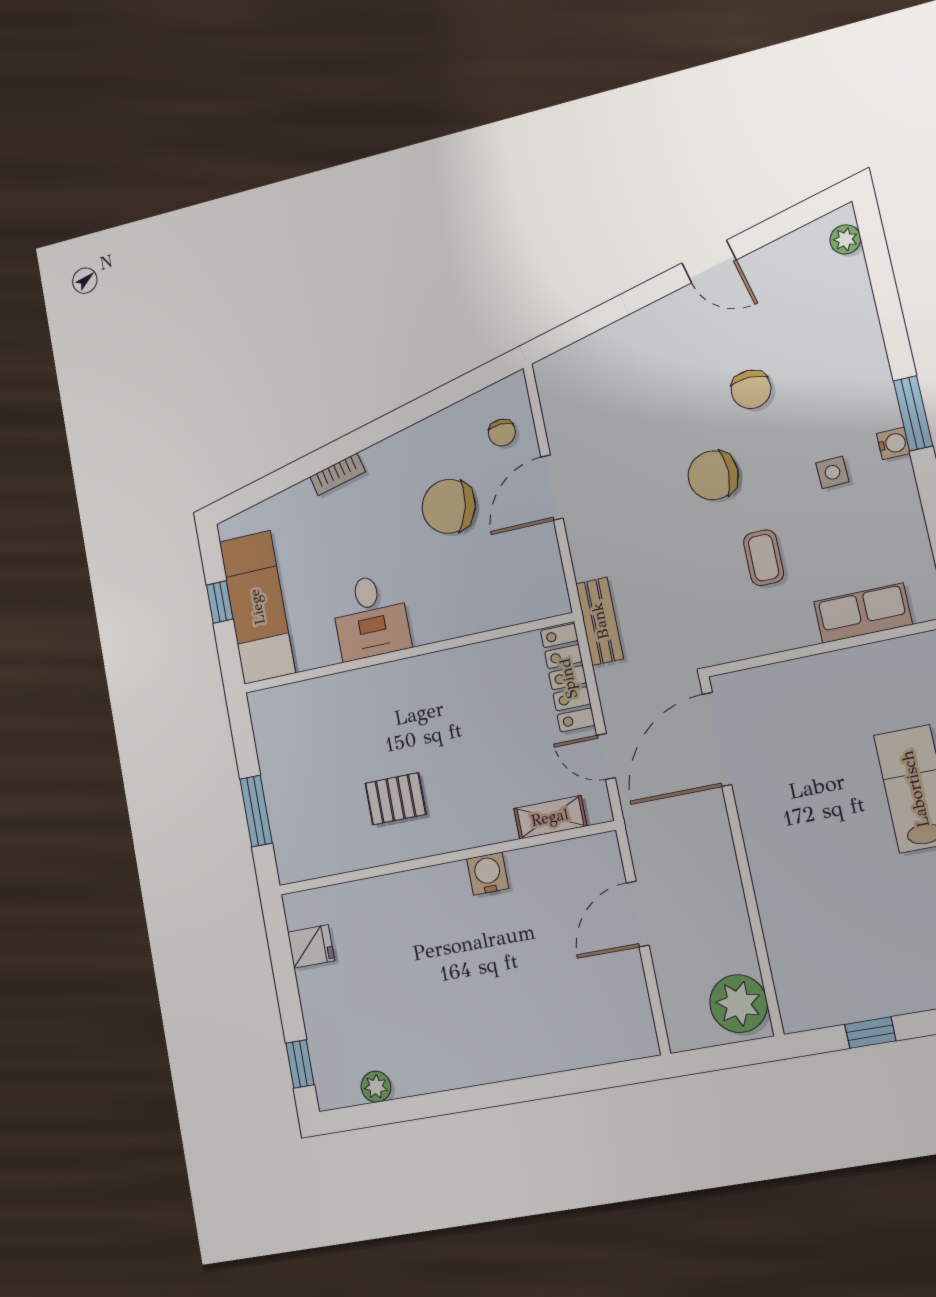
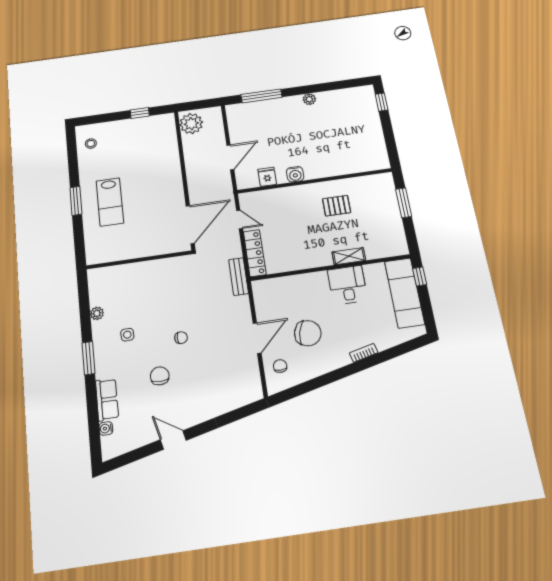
plant: (845, 239) -> (97, 313), moved
water cooler: (893, 443) -> (106, 428), moved
chair: (713, 475) -> (181, 338), width x0.54, depth x0.54
coffee table: (764, 558) -> (162, 299), removed
window: (220, 602) -> (420, 277), moved
row of seats: (863, 613) -> (107, 400), moved, turned -90
shelving: (550, 817) -> (349, 256), moved
fridge: (311, 946) -> (267, 177), moved, turned 90
window: (575, 1081) -> (261, 96), added
plant: (376, 1087) -> (309, 99), moved

